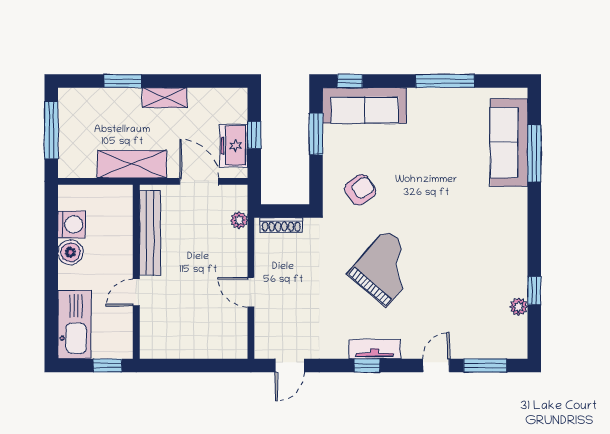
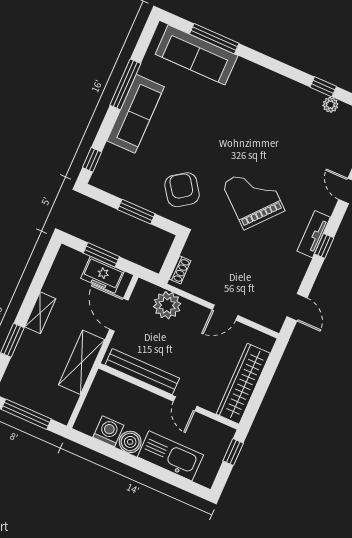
sofa: (365, 105) -> (135, 114), moved
window: (316, 134) -> (136, 212), moved
window: (254, 135) -> (101, 255), width x1.50
door: (199, 181) -> (119, 315), hinge flipped
armchair: (360, 190) -> (182, 190), width x1.38, depth x1.38
plant: (239, 220) -> (167, 305), width x1.88, depth x1.88
shoe rack: (281, 225) -> (180, 270), width x0.70
kitchen sink: (74, 324) -> (170, 456), moved
wardrobe: (184, 344) -> (243, 384), added

